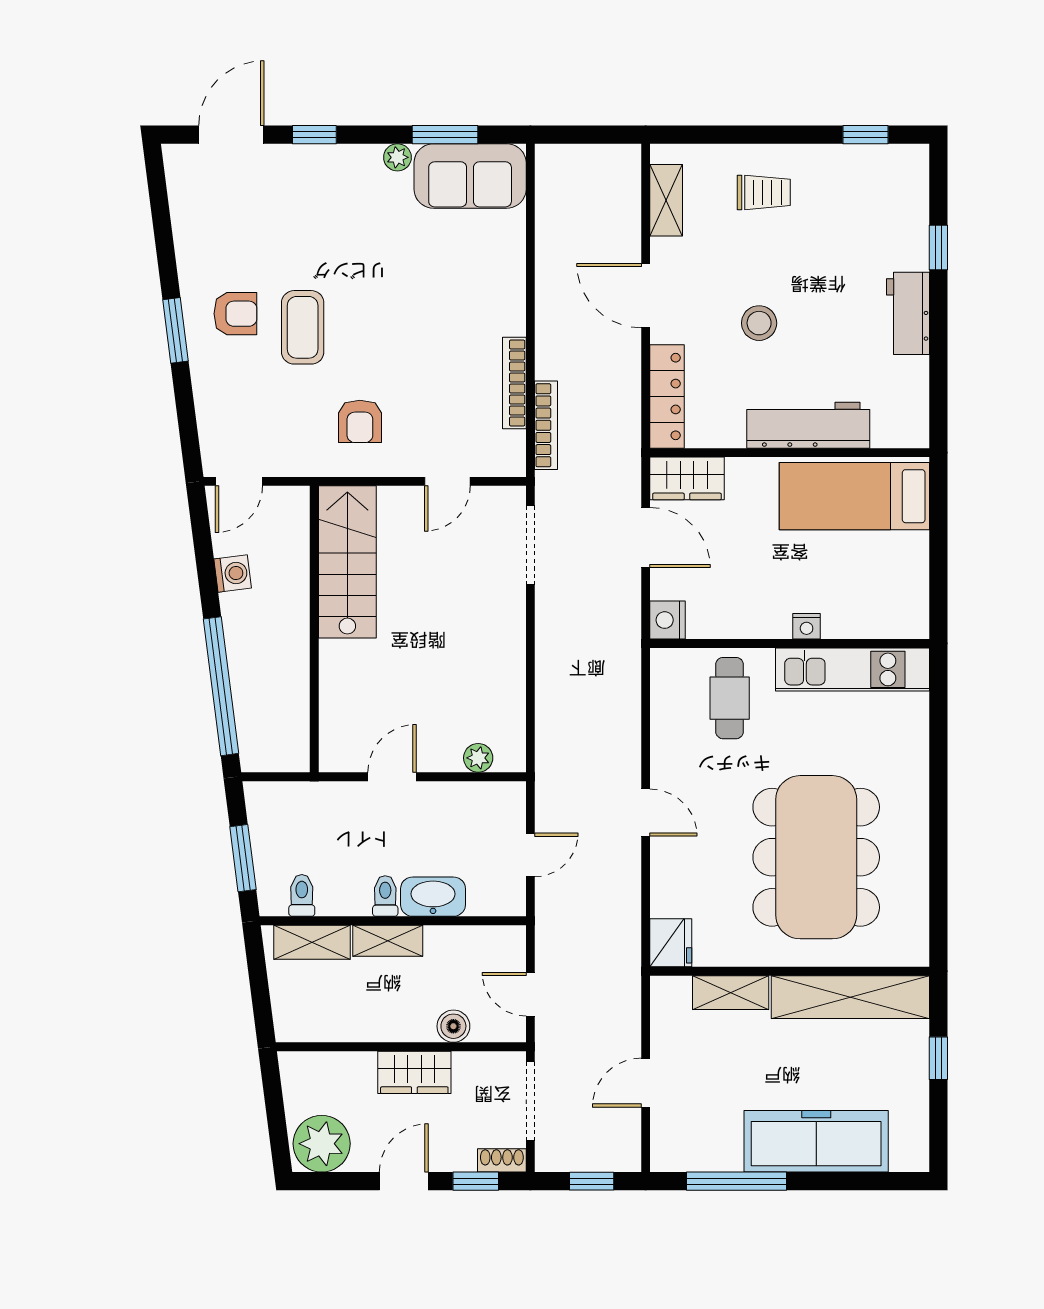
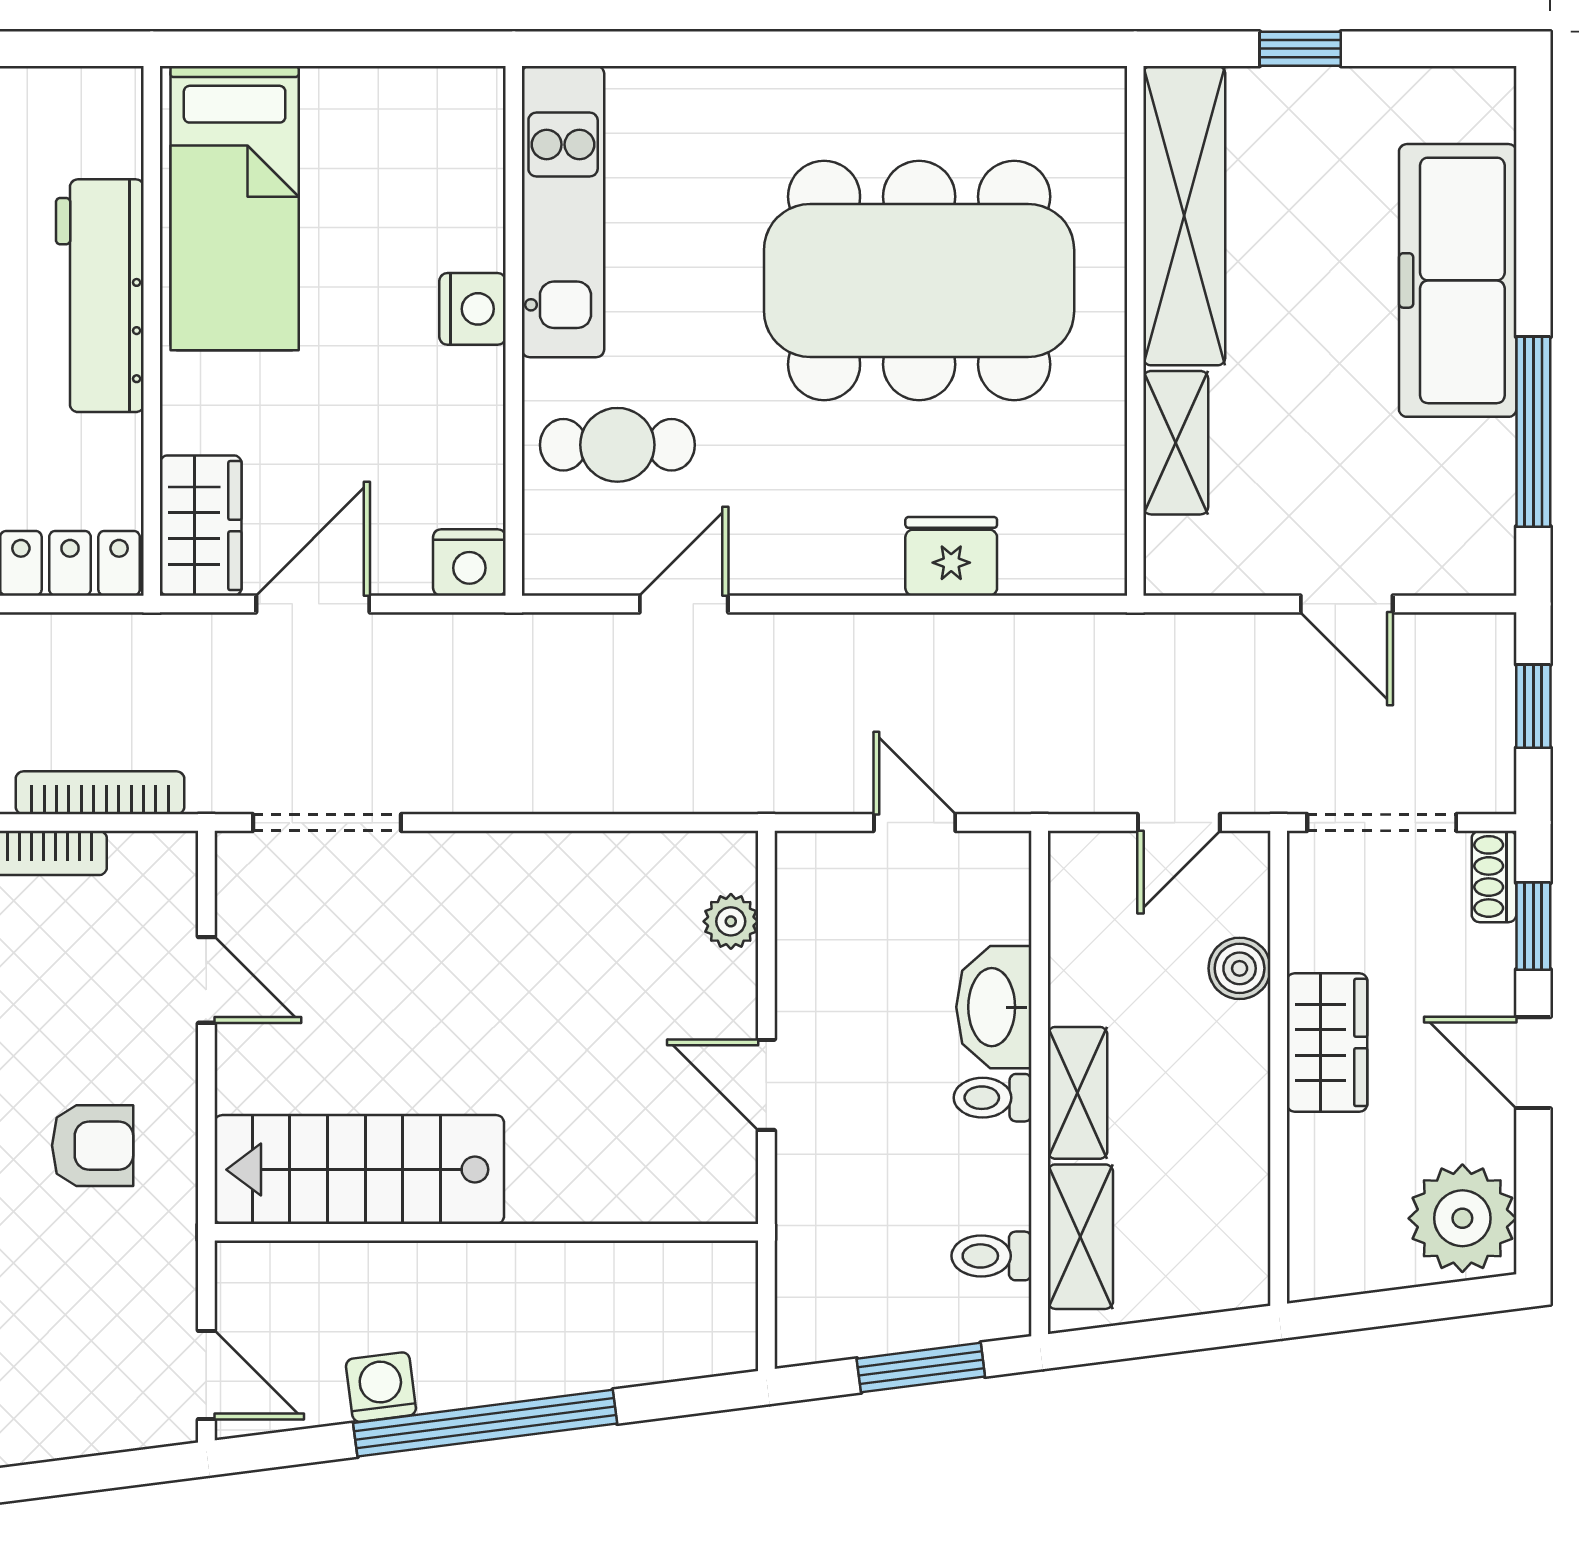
nightstand: (807, 626) -> (473, 309), width x1.39, depth x1.35
window: (221, 686) -> (485, 1423), moved
door: (646, 813) -> (684, 604), moved
fridge: (671, 943) -> (951, 556), moved

